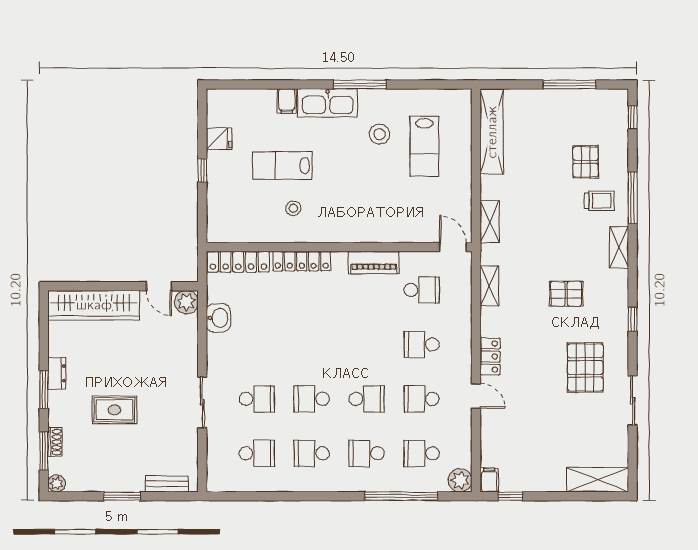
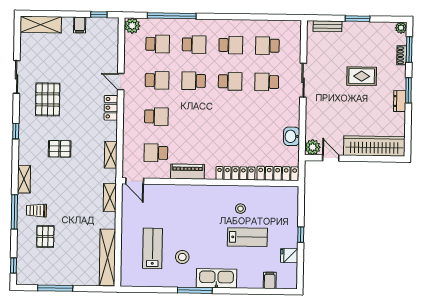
filing cabinet: (287, 101) -> (270, 280), moved
filing cabinet: (489, 480) -> (80, 25), moved

